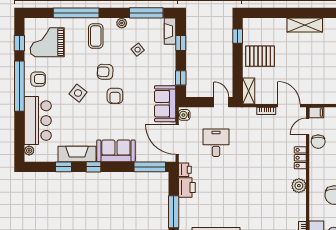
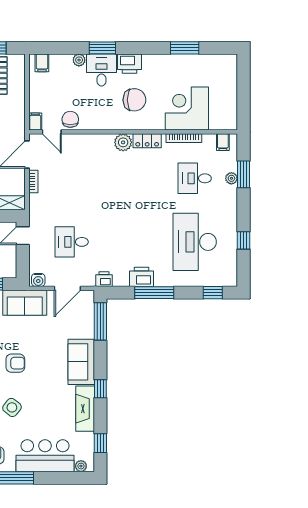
door: (177, 139) -> (67, 288), width x0.73
chair: (318, 142) -> (70, 119), turned -90
locker: (300, 158) -> (147, 141), moved
window: (63, 167) -> (100, 443), moved
printer: (187, 187) -> (141, 277), moved

